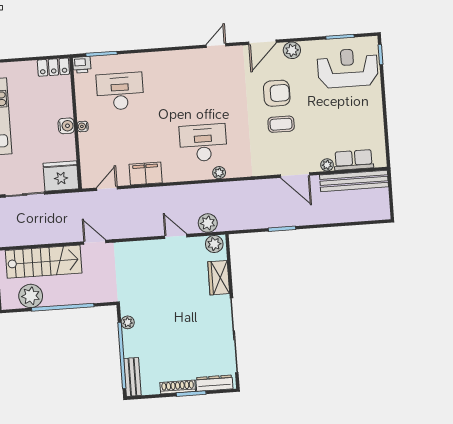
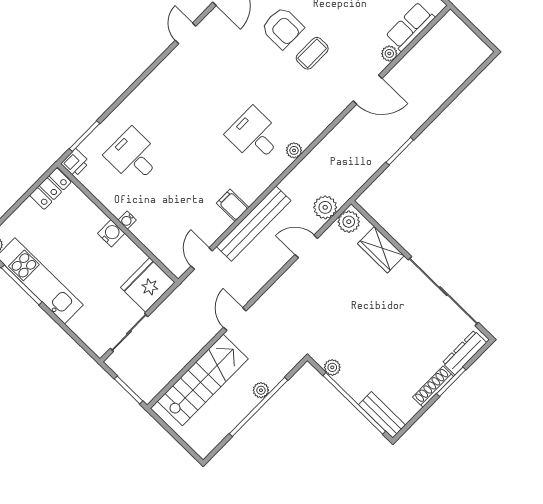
desk: (120, 91) -> (133, 156), width x0.73
armchair: (277, 93) -> (282, 28), turned 90
desk: (203, 143) -> (254, 135), width x0.73
filing cabinet: (146, 174) -> (233, 205), width x0.50
bench: (354, 181) -> (254, 224), moved
door: (95, 242) -> (235, 319), hinge flipped
plant: (31, 296) -> (261, 390), moved, width x0.53, depth x0.53

